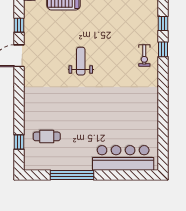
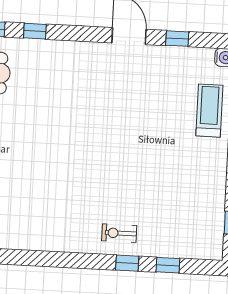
weight bench: (81, 61) -> (115, 133), removed
window: (19, 116) -> (35, 31), added

